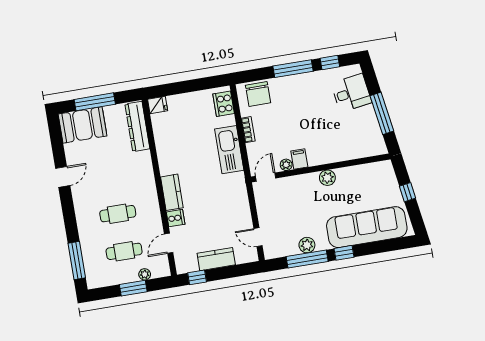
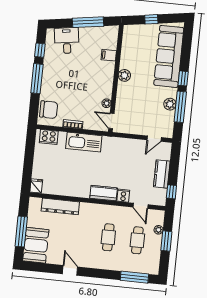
dresser: (137, 126) -> (60, 206), moved
filing cabinet: (299, 159) -> (109, 55), moved

